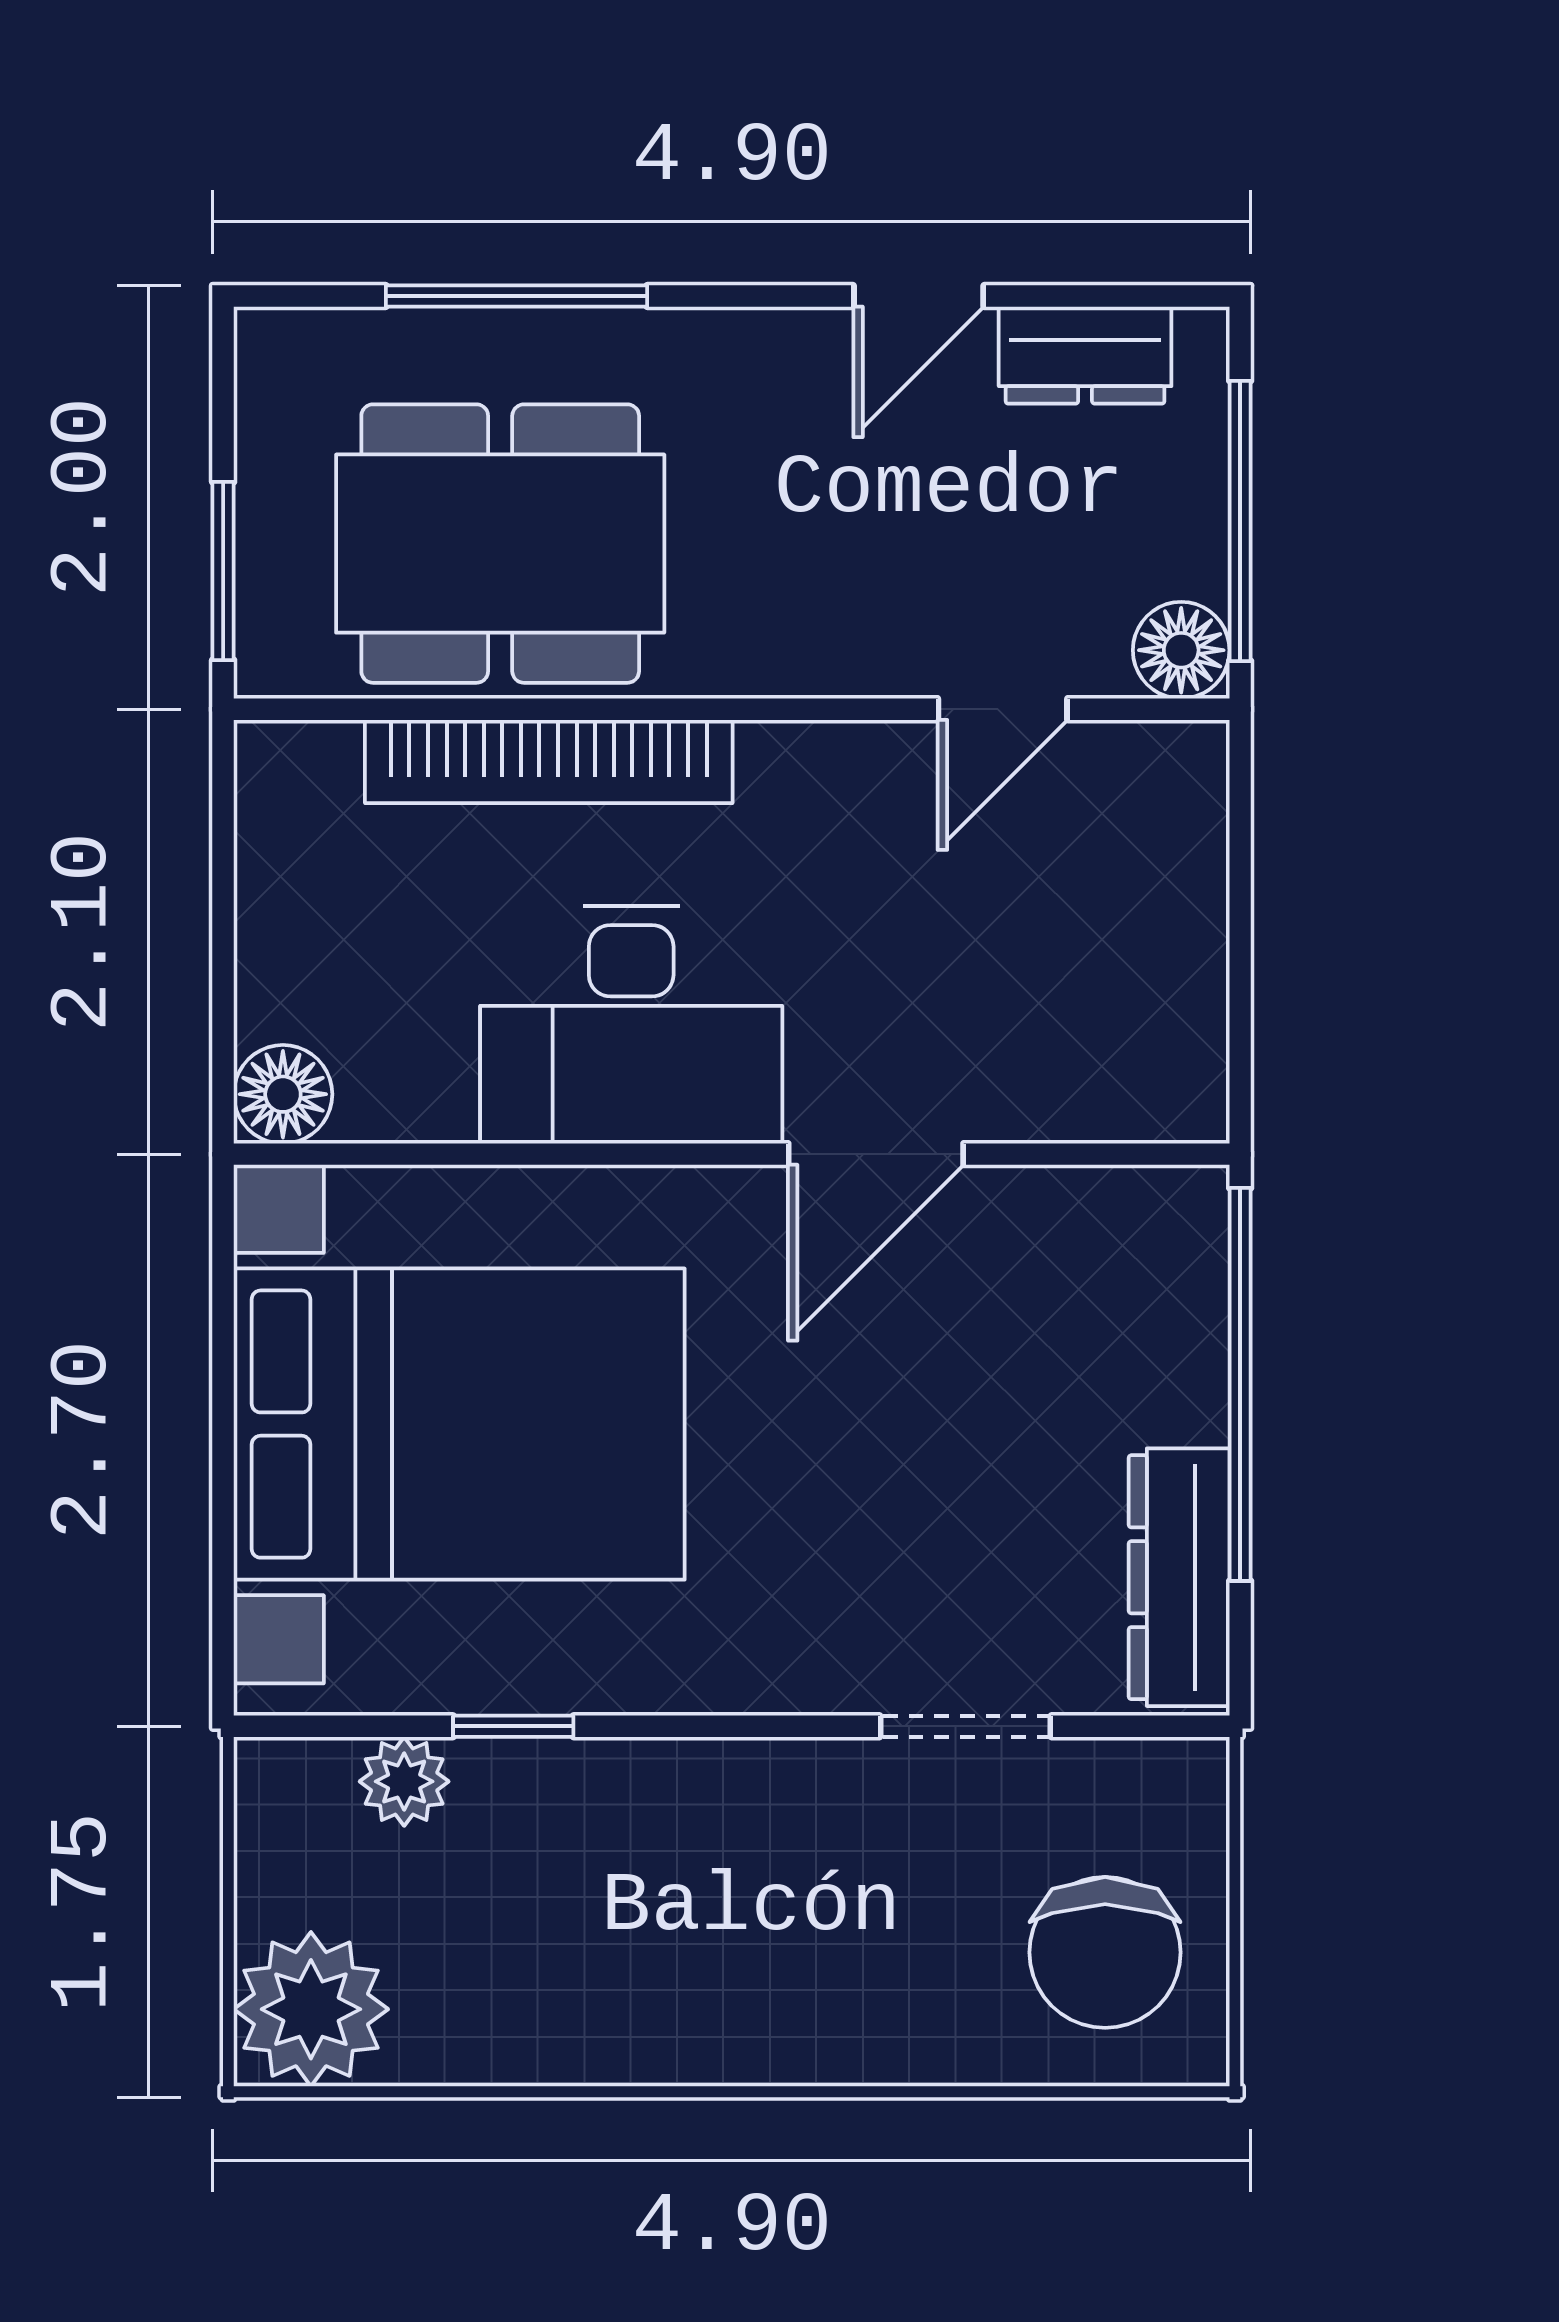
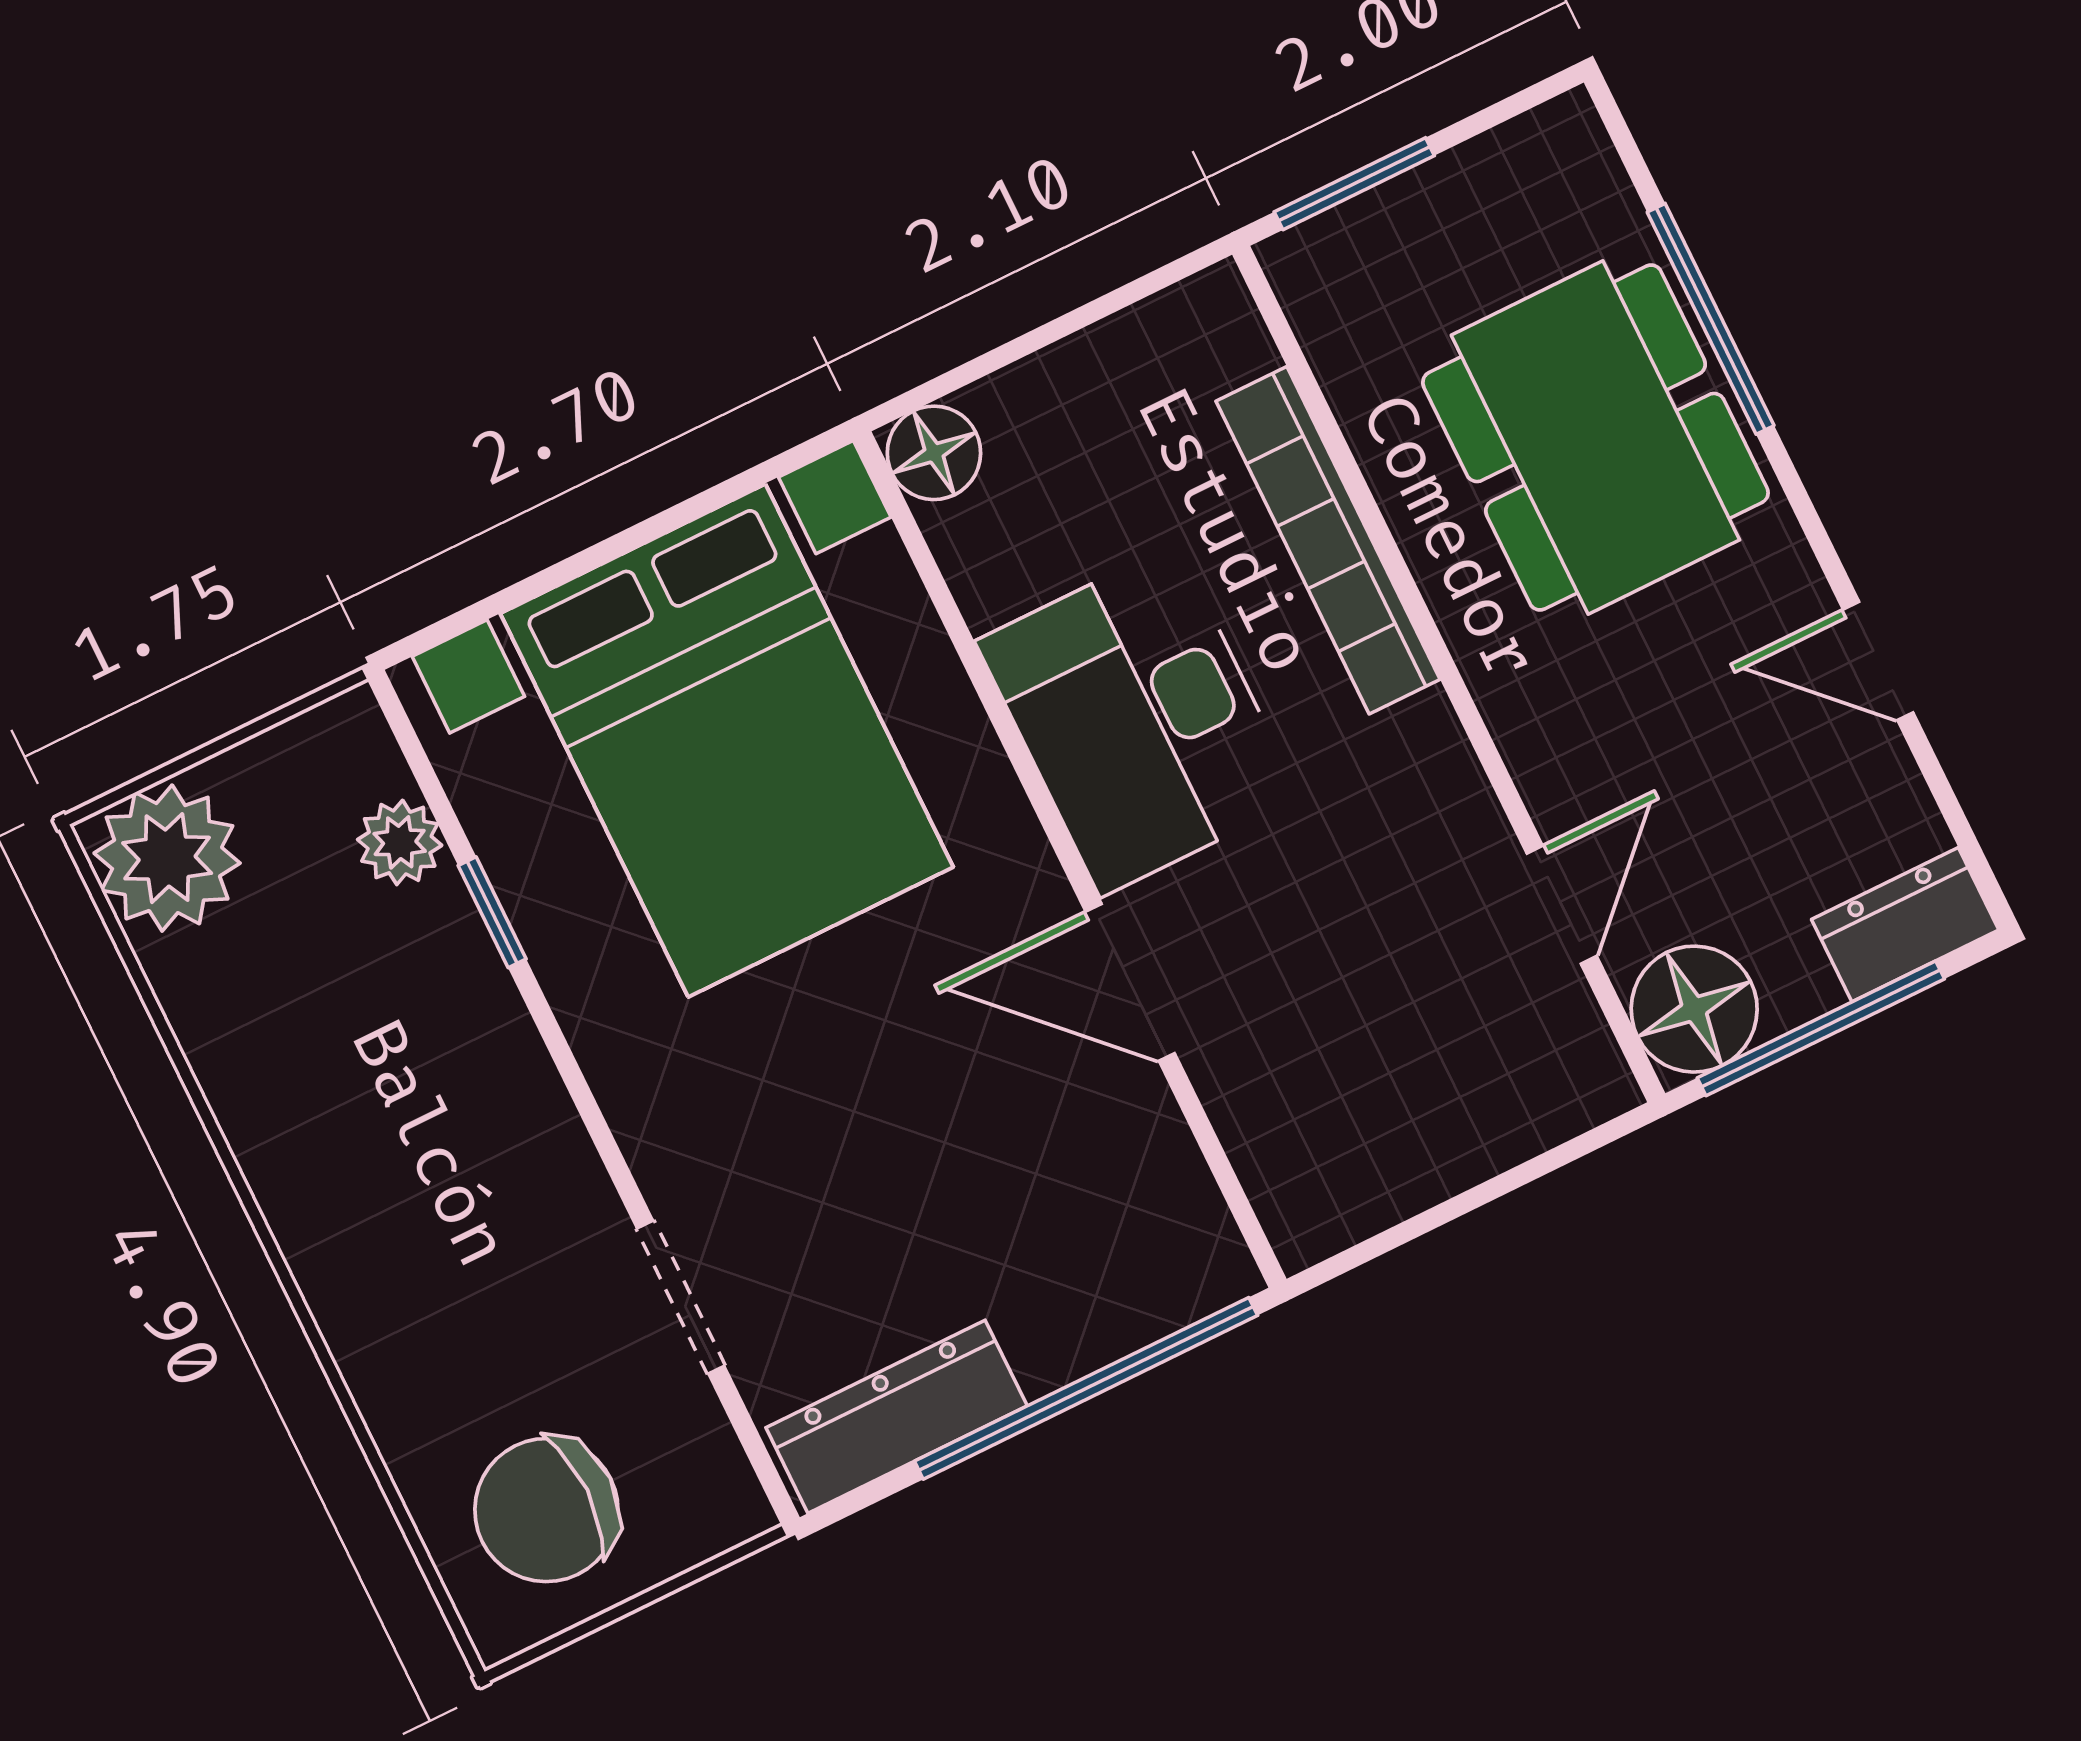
dresser: (1085, 355) -> (1905, 925), moved, turned 90
dining table: (500, 544) -> (1595, 437), moved
floor lamp: (1181, 650) -> (1694, 1009), width x1.38, depth x1.38
door: (1003, 709) -> (1562, 905), swing flipped

